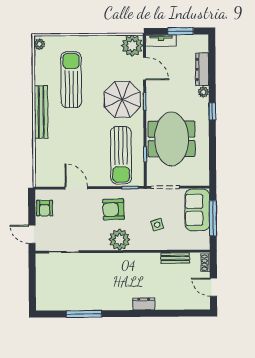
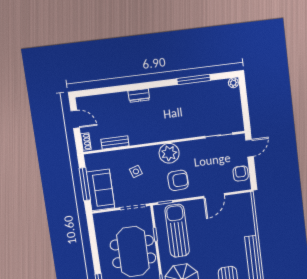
door: (76, 188) -> (214, 196), hinge flipped
door: (32, 234) -> (250, 148), hinge flipped
plant: (42, 305) -> (233, 83), added

